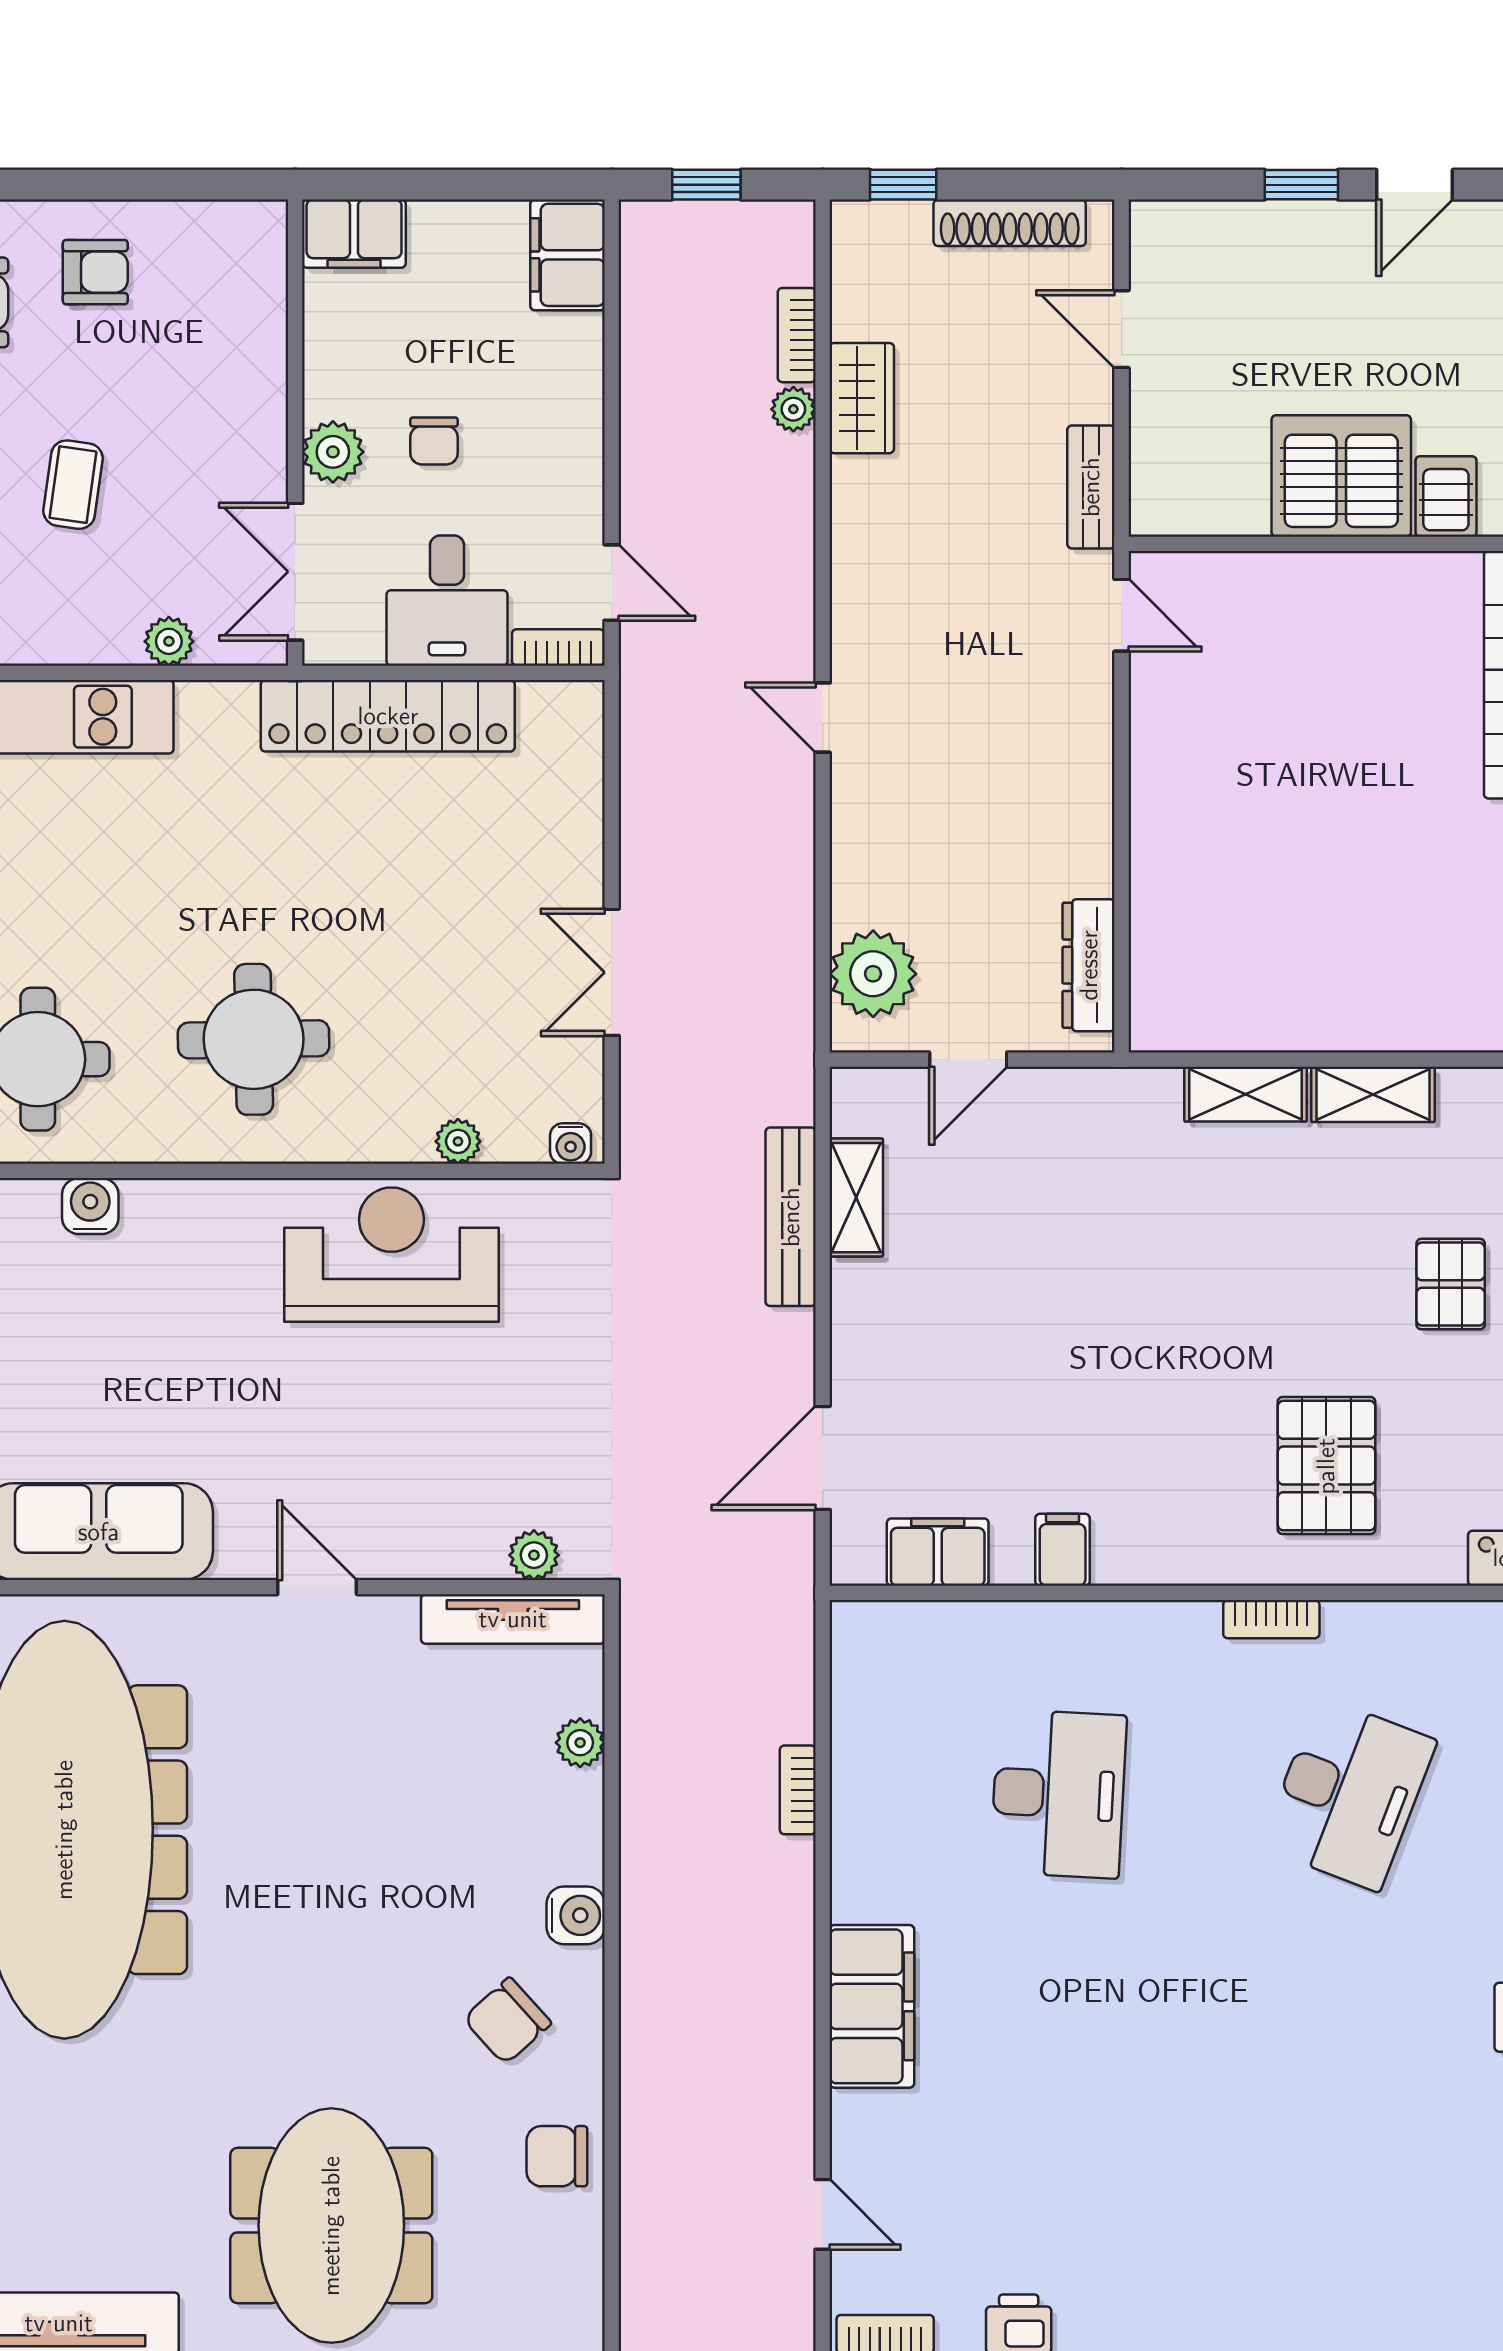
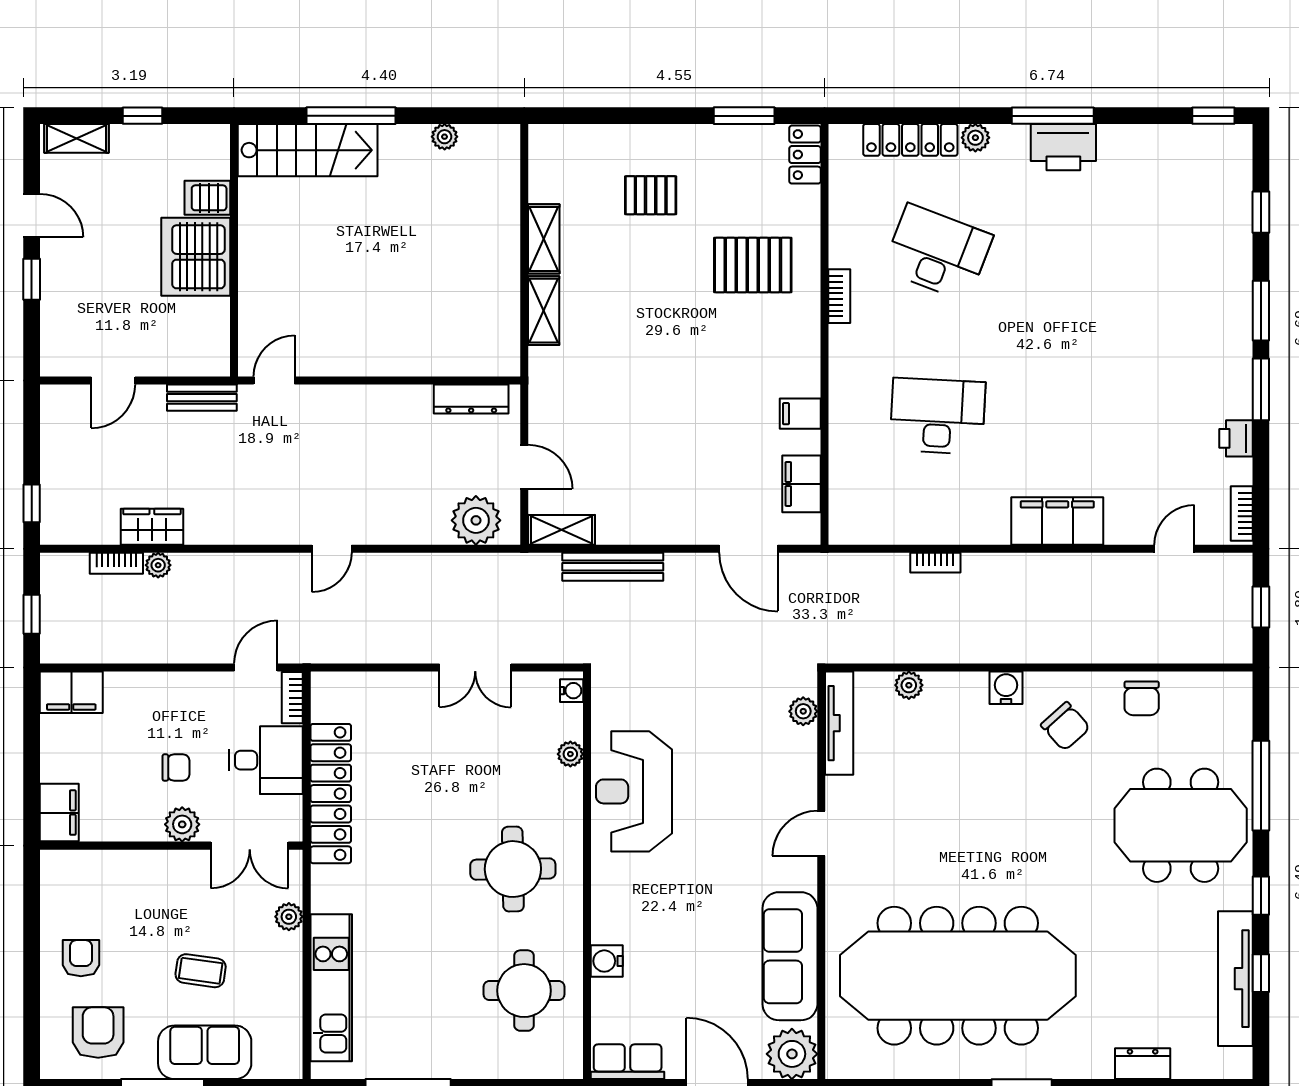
shoe rack: (1010, 223) -> (53, 443), removed
shelving: (856, 1198) -> (562, 530), moved

